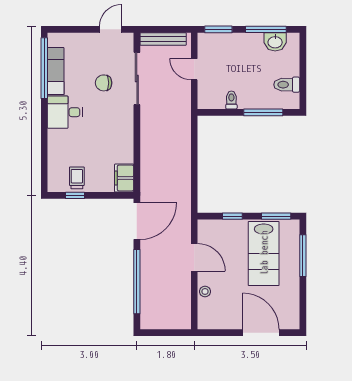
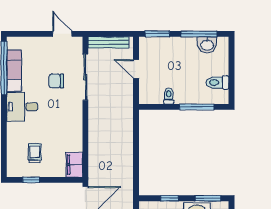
door: (111, 29) -> (62, 34), hinge flipped
trolley: (77, 178) -> (35, 153), moved

